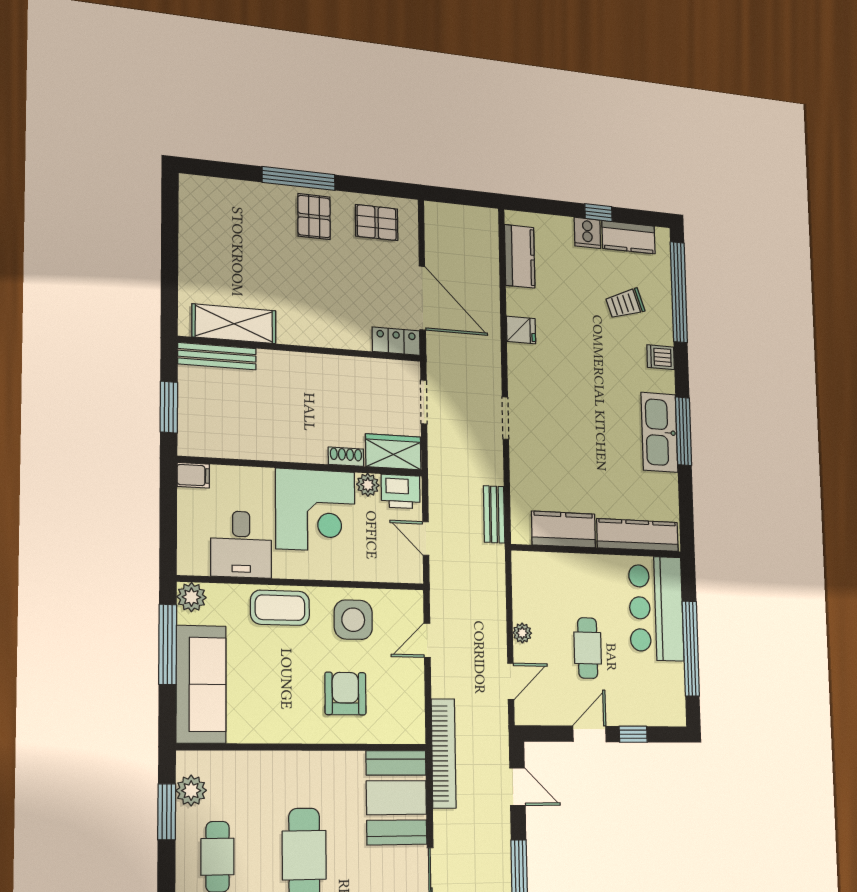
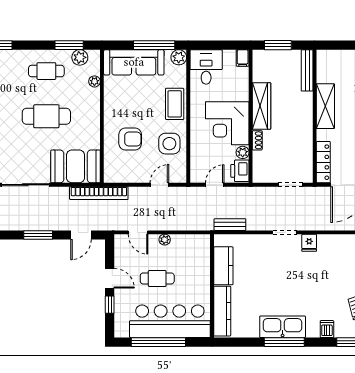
shelving: (234, 324) -> (325, 106), moved
fridge: (521, 330) -> (309, 243), moved
locker: (396, 341) -> (323, 162), width x1.53
wardrobe: (393, 452) -> (262, 106), moved, width x1.50
desk: (241, 544) -> (206, 67), moved, turned 90
bar counter: (656, 608) -> (170, 321), width x1.36
door: (427, 640) -> (159, 185), hinge flipped
plant: (238, 761) -> (94, 81), added

